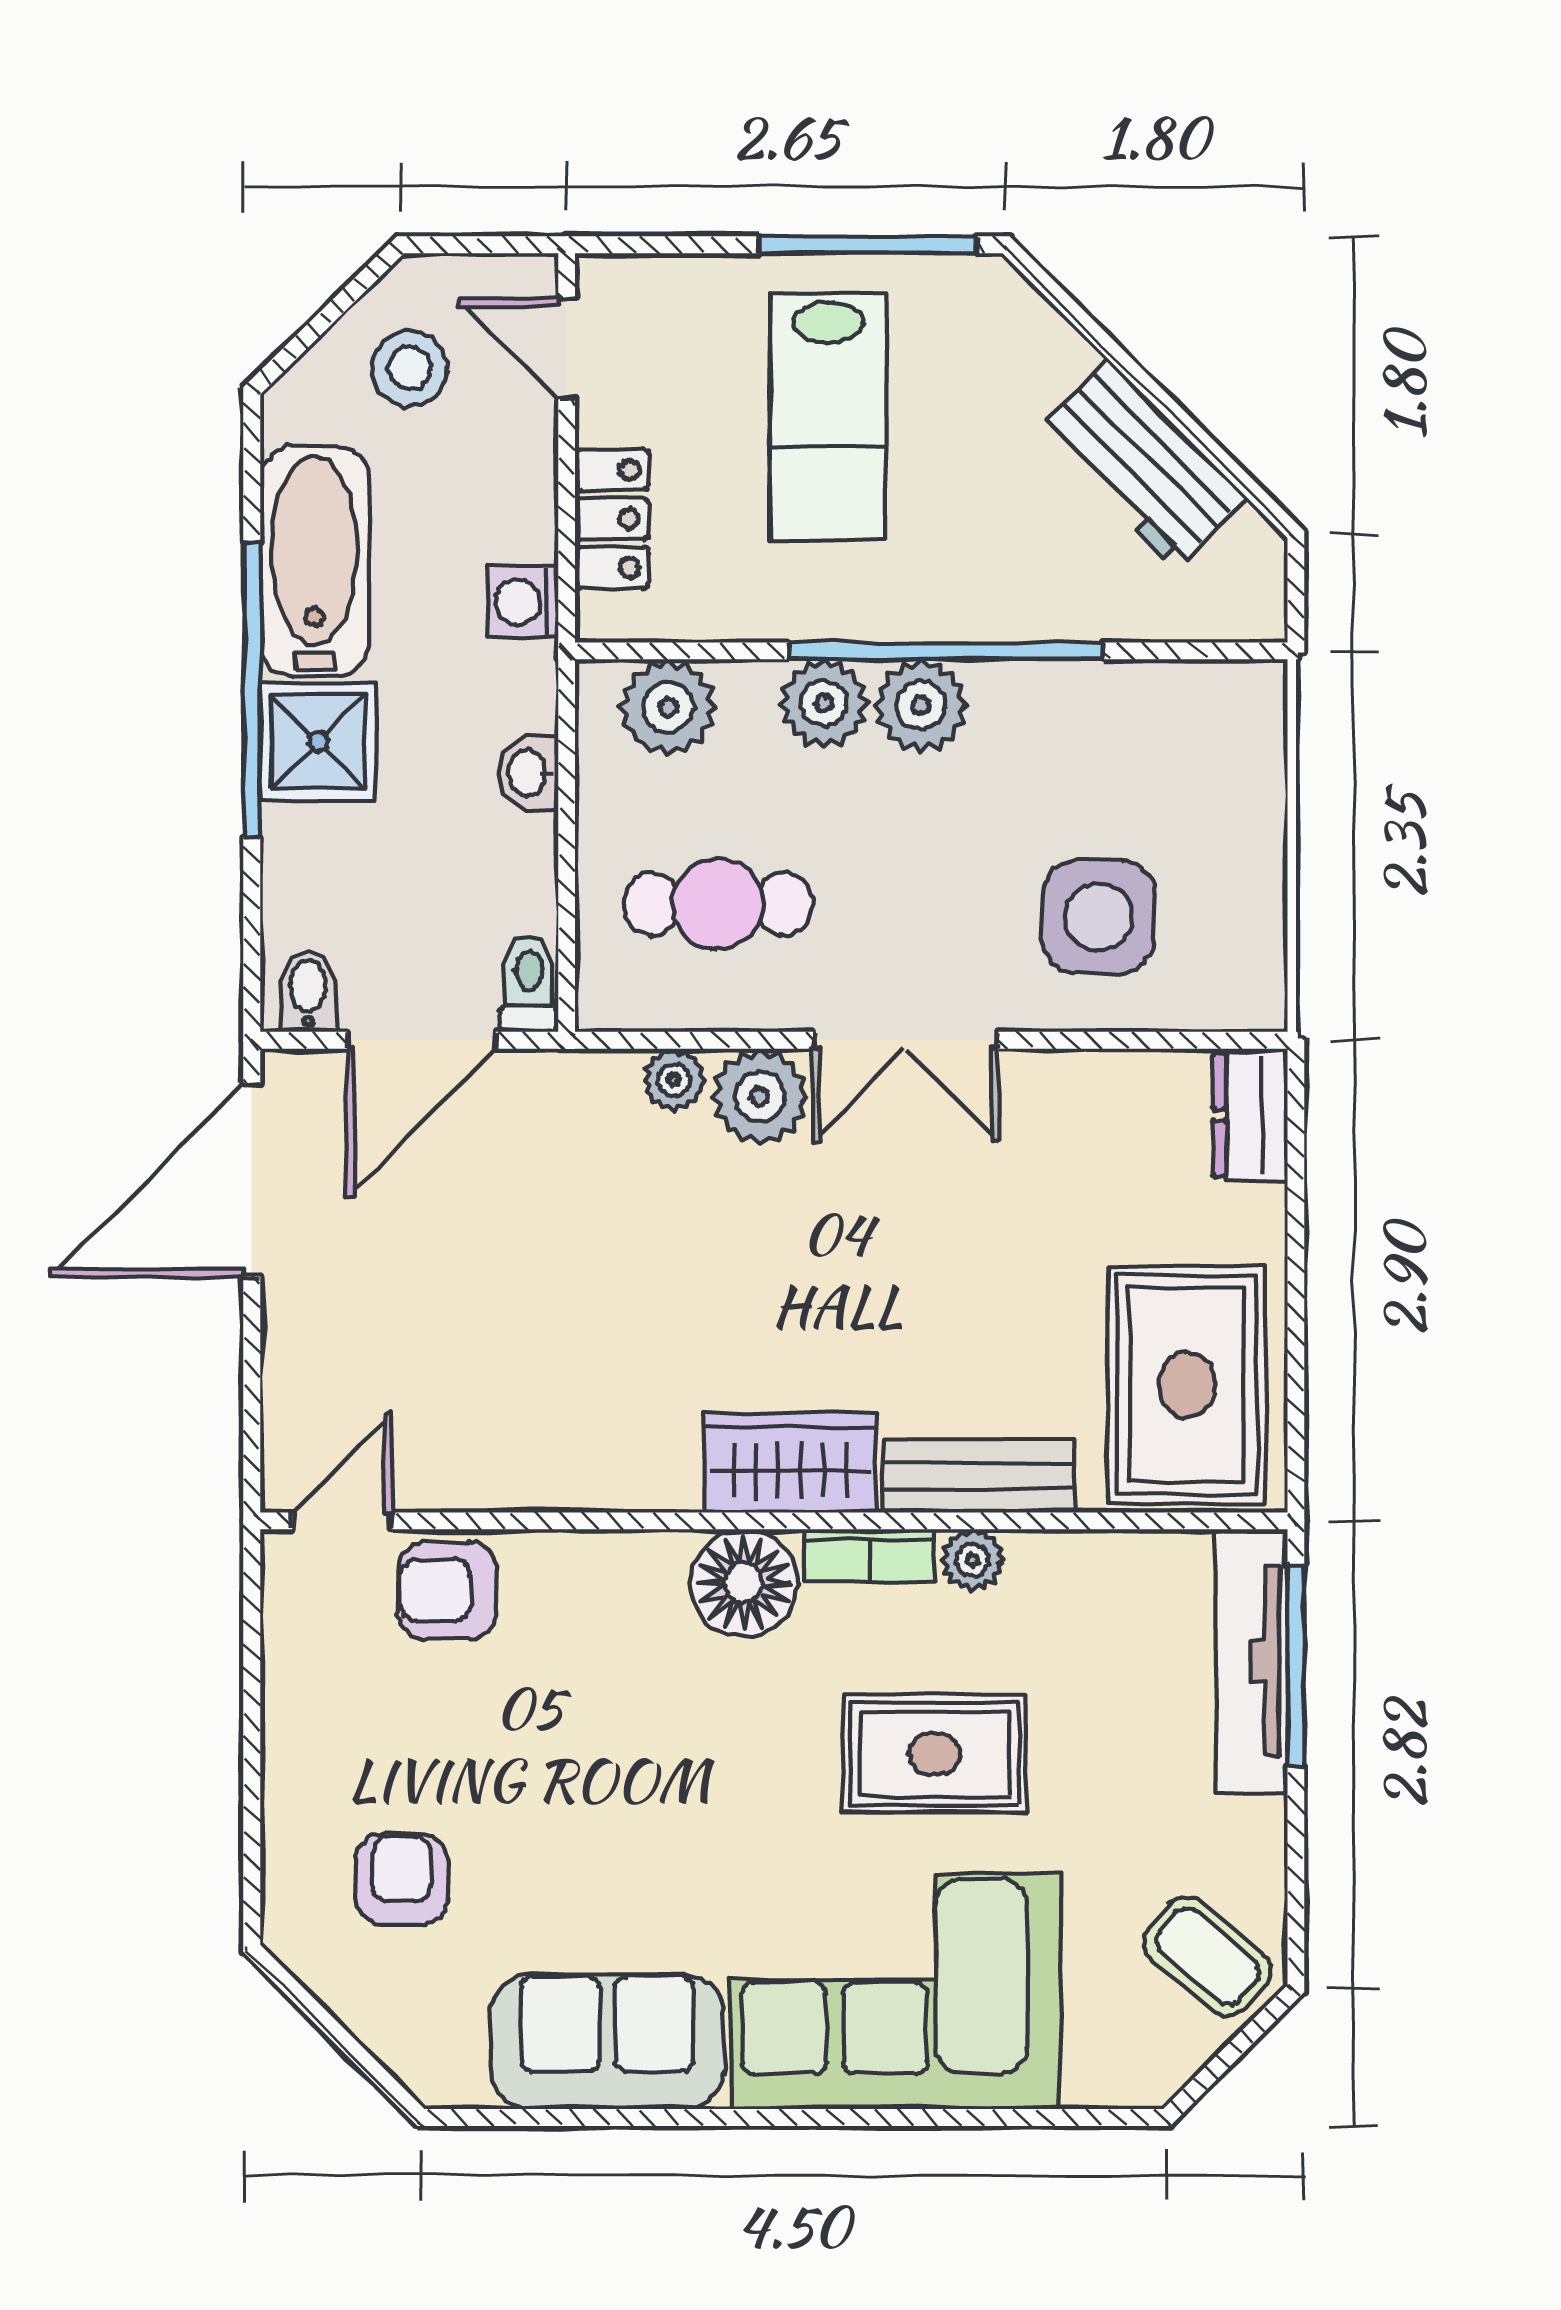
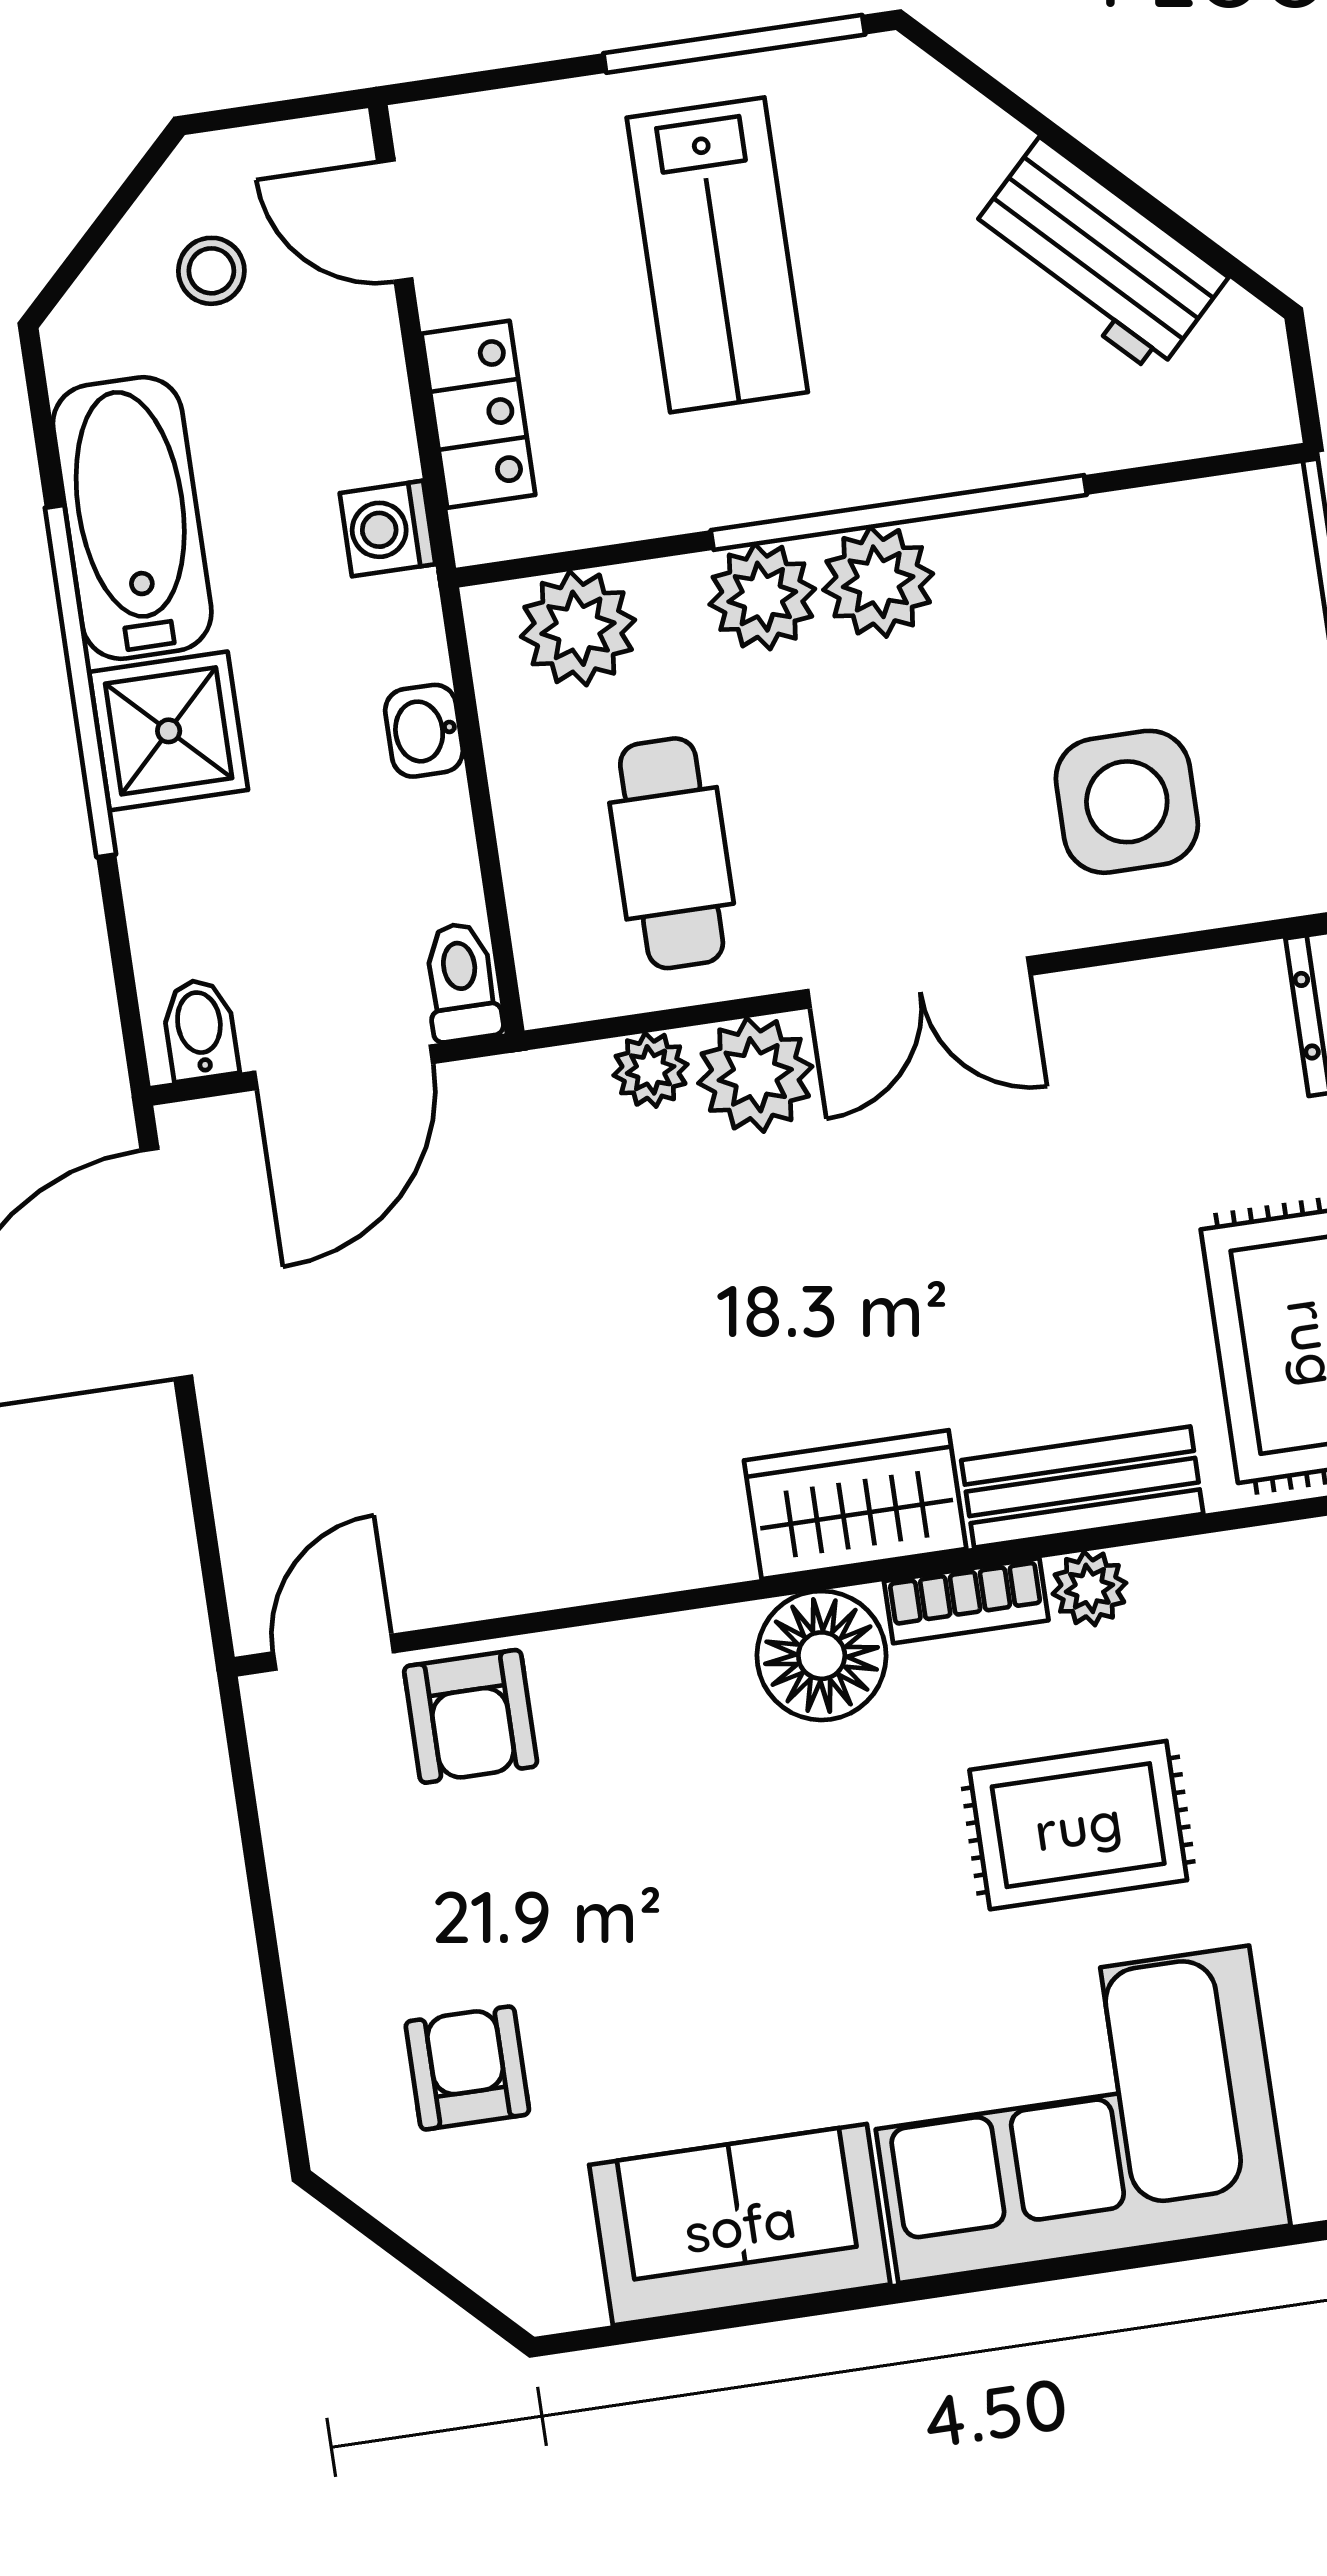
stool: (410, 368) -> (211, 271), width x0.73, depth x0.73
cafe table: (718, 904) -> (672, 853), turned 90
armchair: (447, 1590) -> (471, 1716), turned -90

